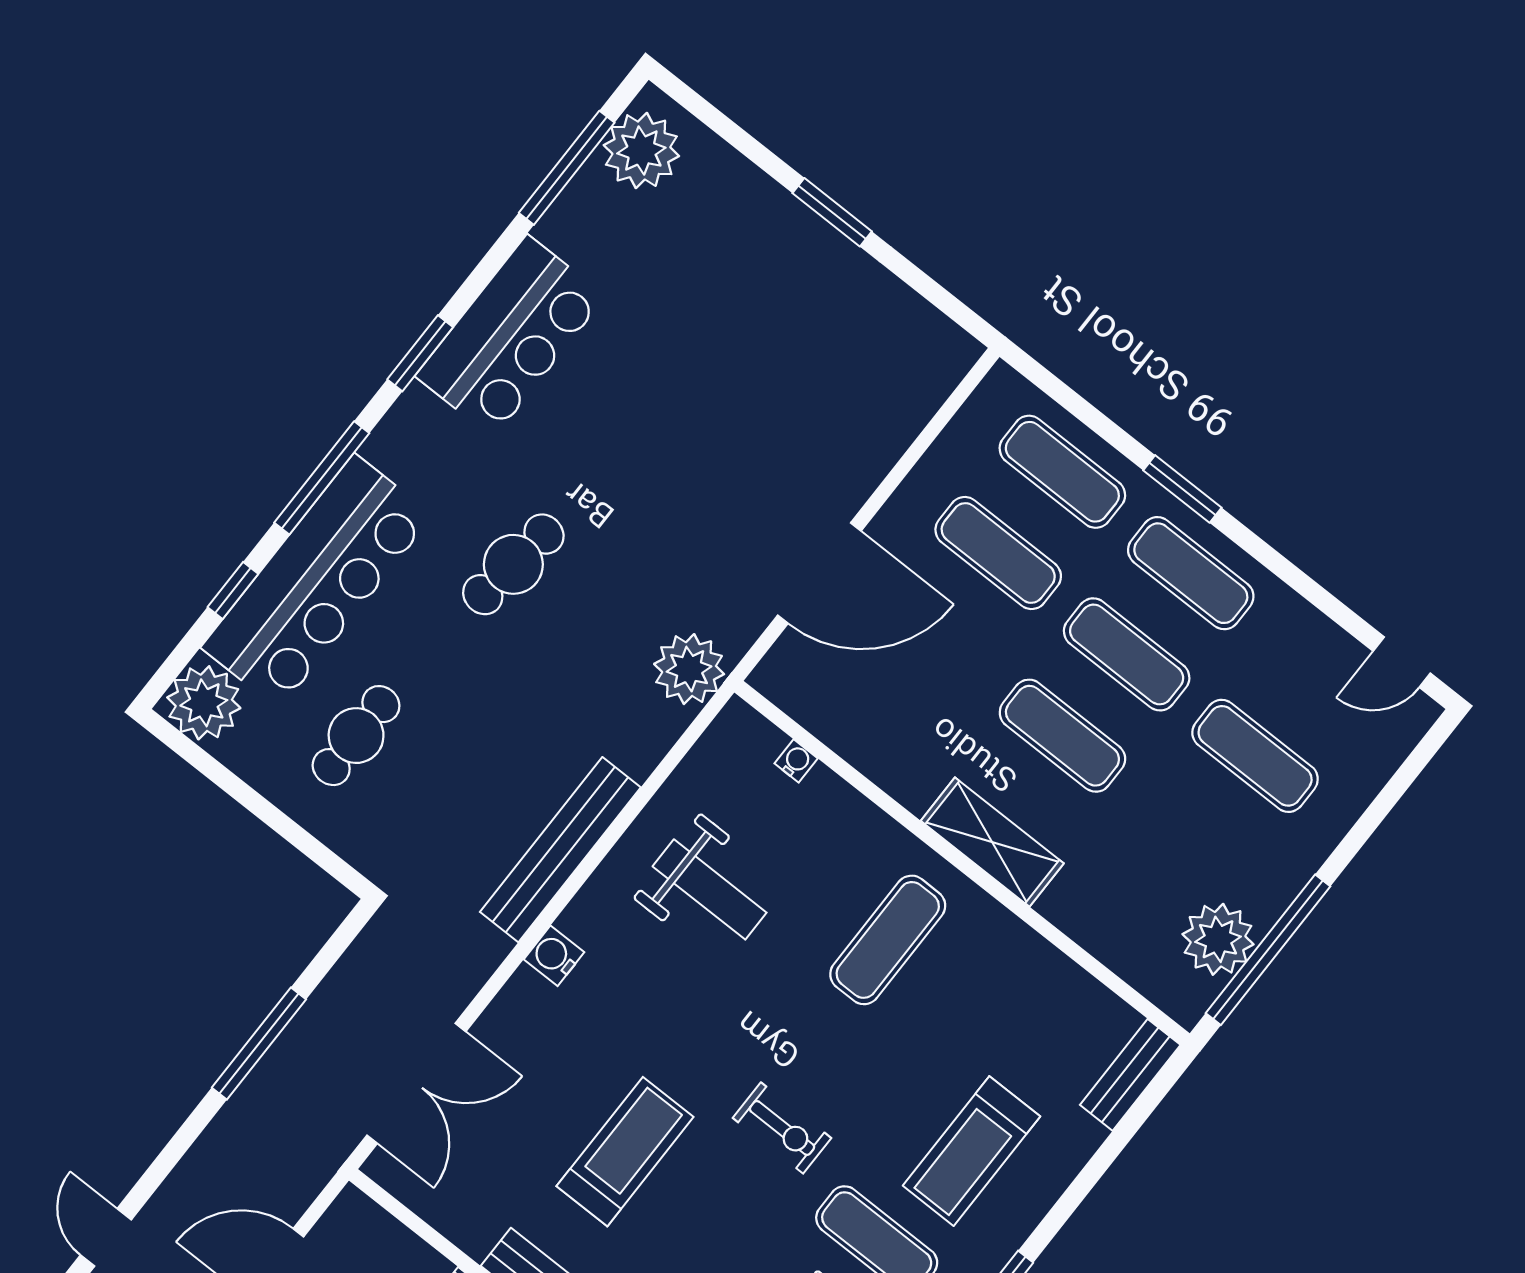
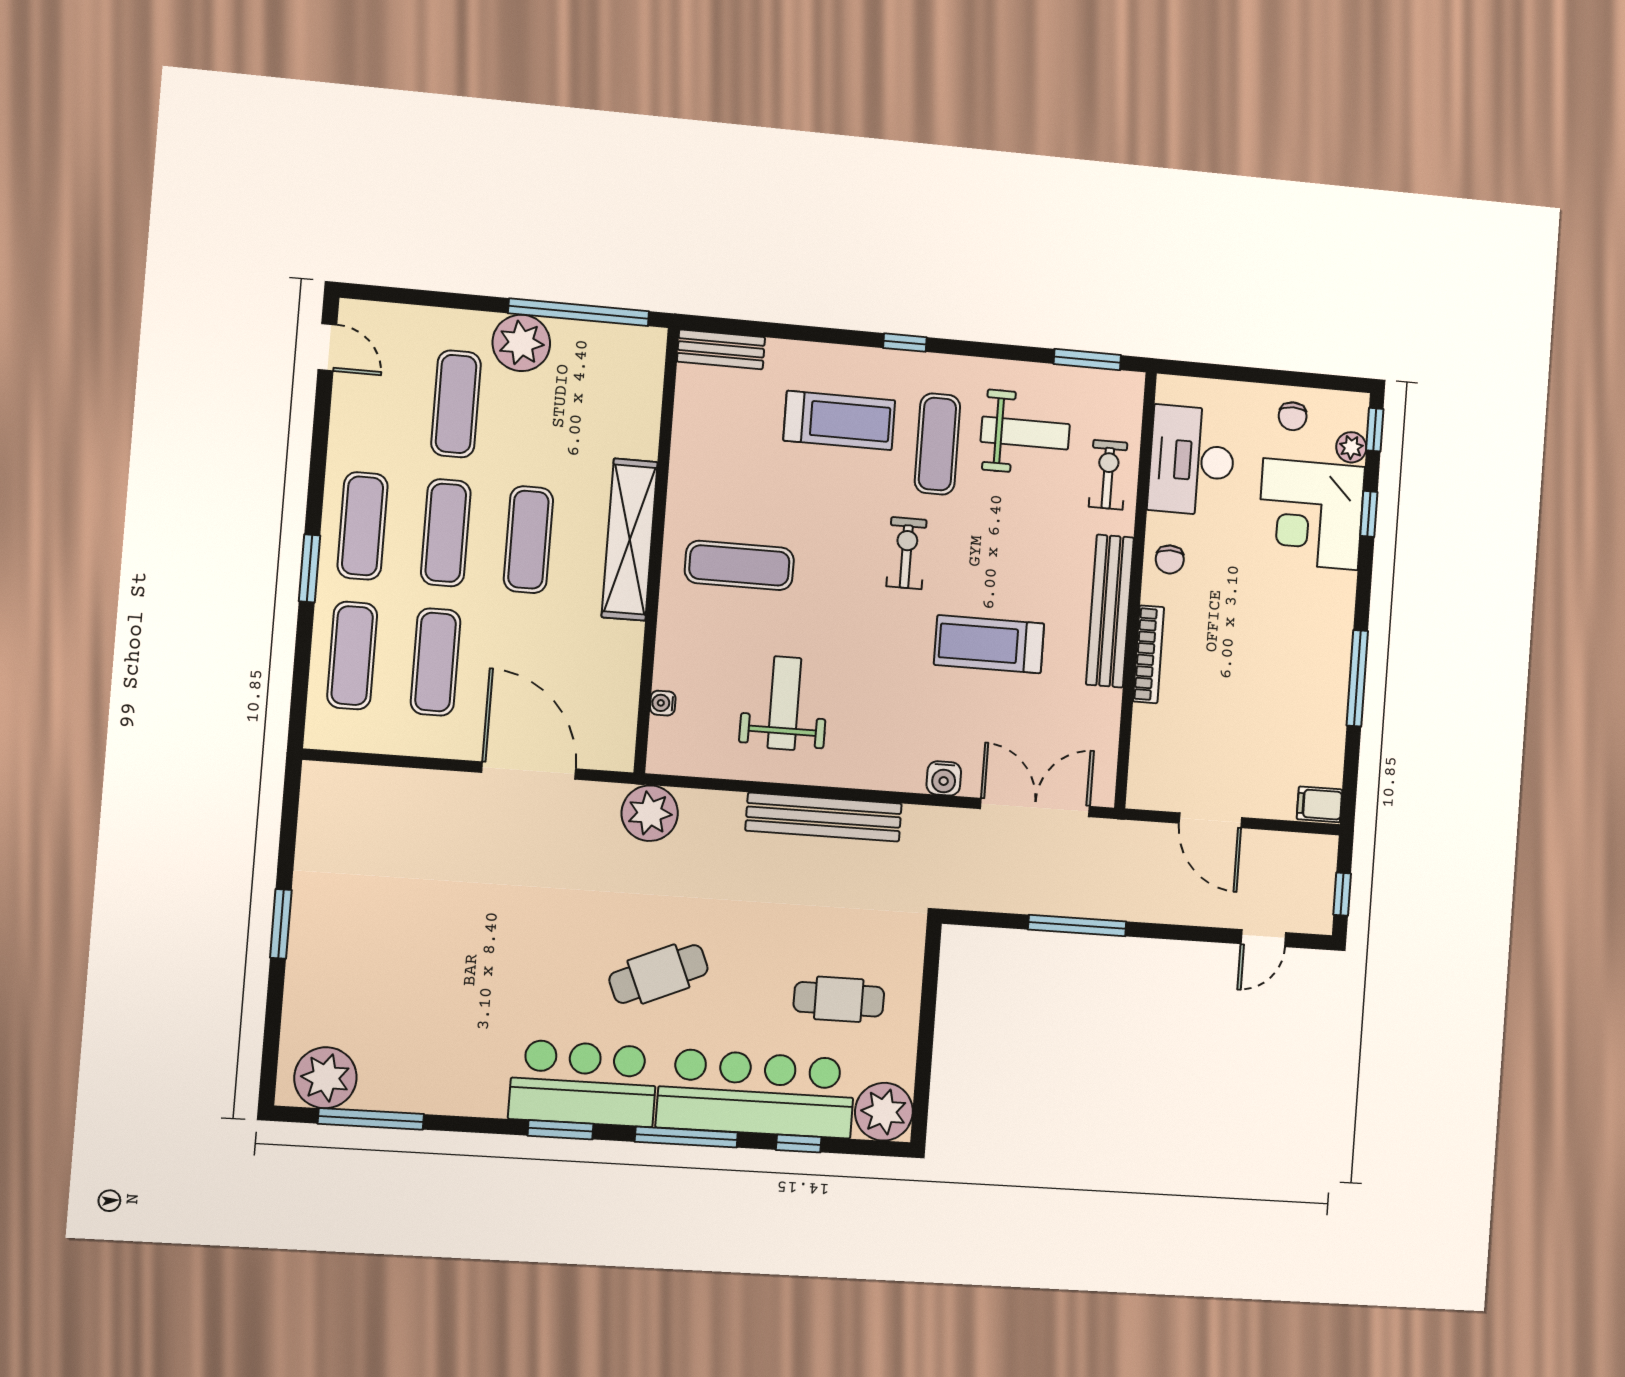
bar counter: (510, 336) -> (583, 1083), moved
cafe table: (513, 564) -> (658, 974), turned -30
shelving: (992, 842) -> (630, 540), width x1.47
plant: (1218, 939) -> (521, 343), moved
water cooler: (554, 956) -> (944, 778), moved

